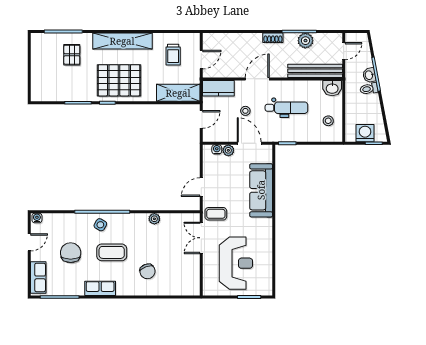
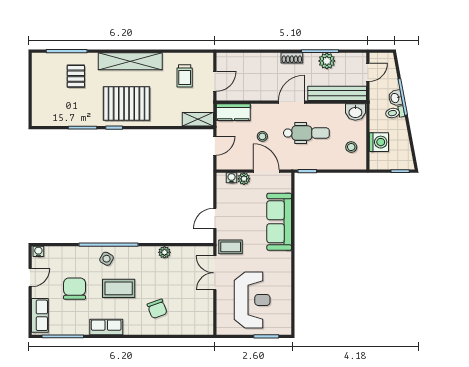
door: (257, 79) -> (291, 102), moved
shelving: (178, 93) -> (198, 119), width x0.67, depth x0.75
washing machine: (365, 133) -> (379, 142), moved, turned 90

